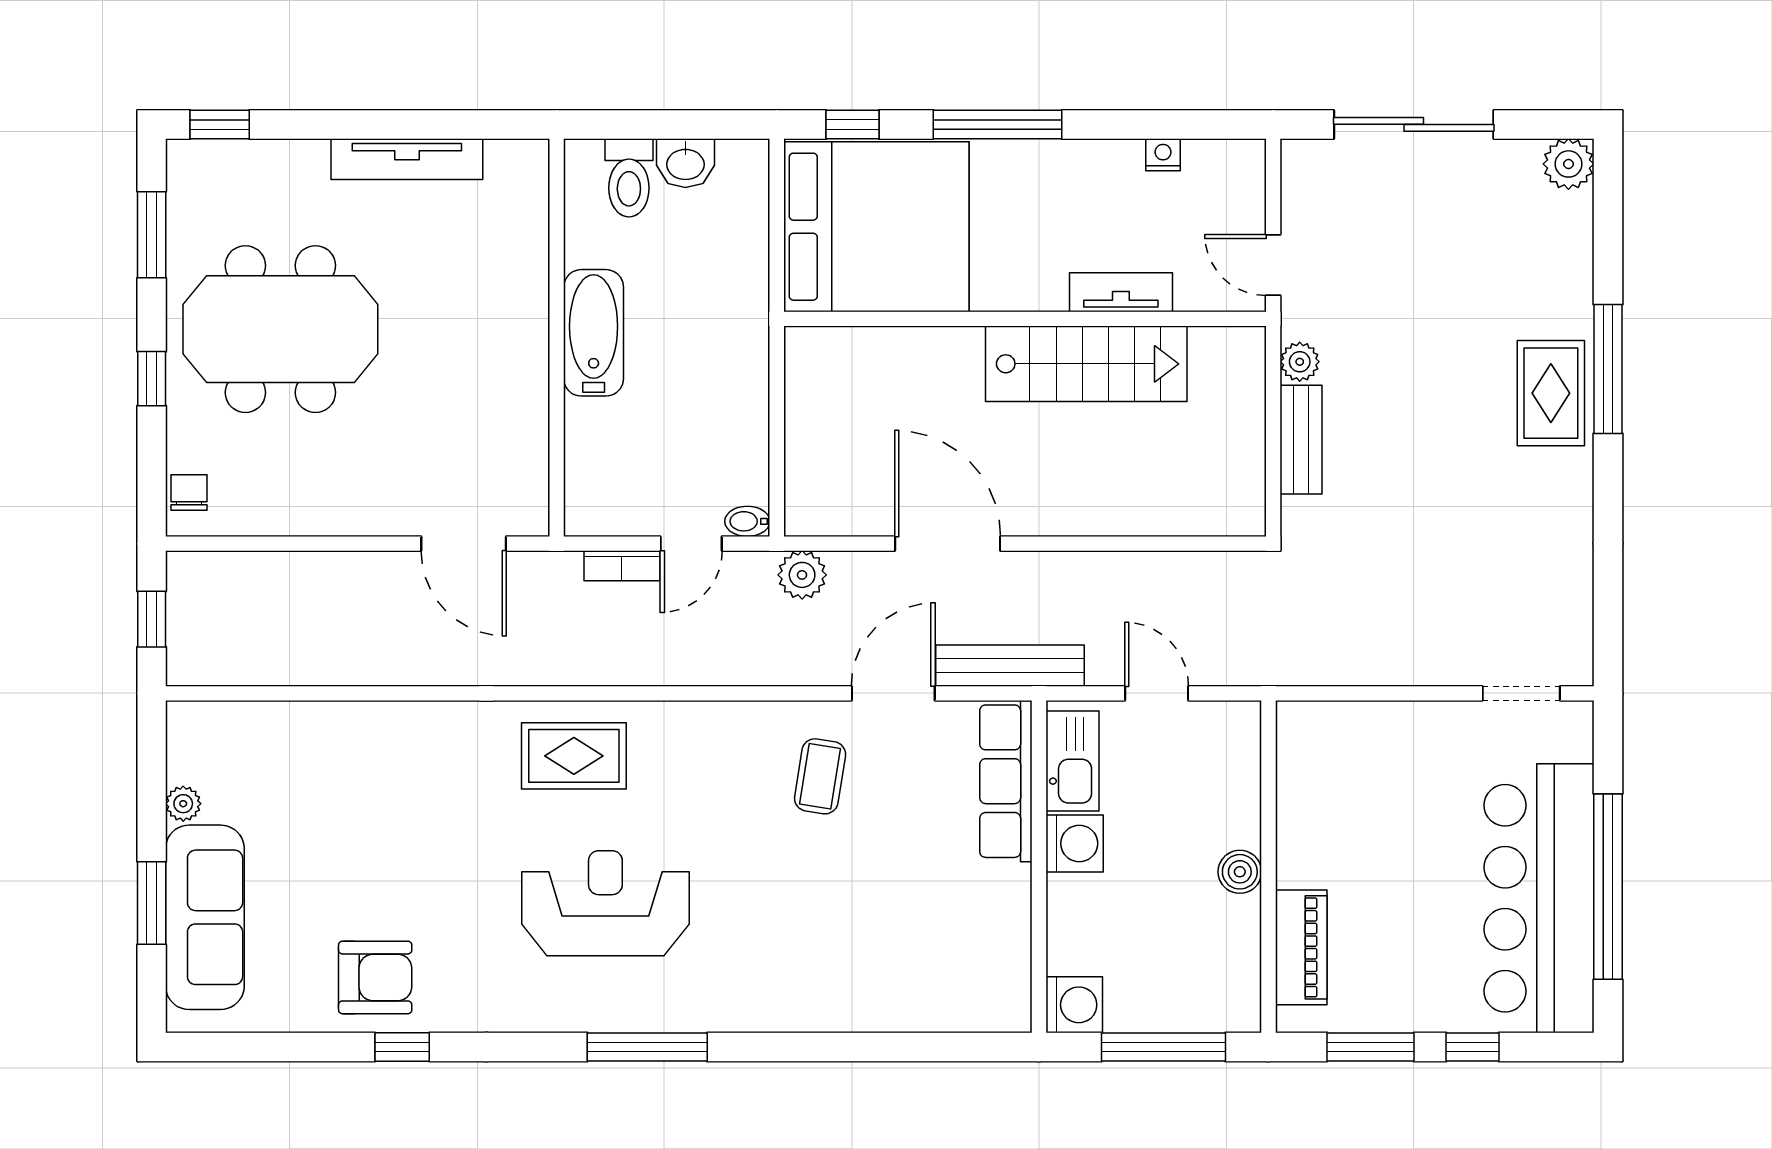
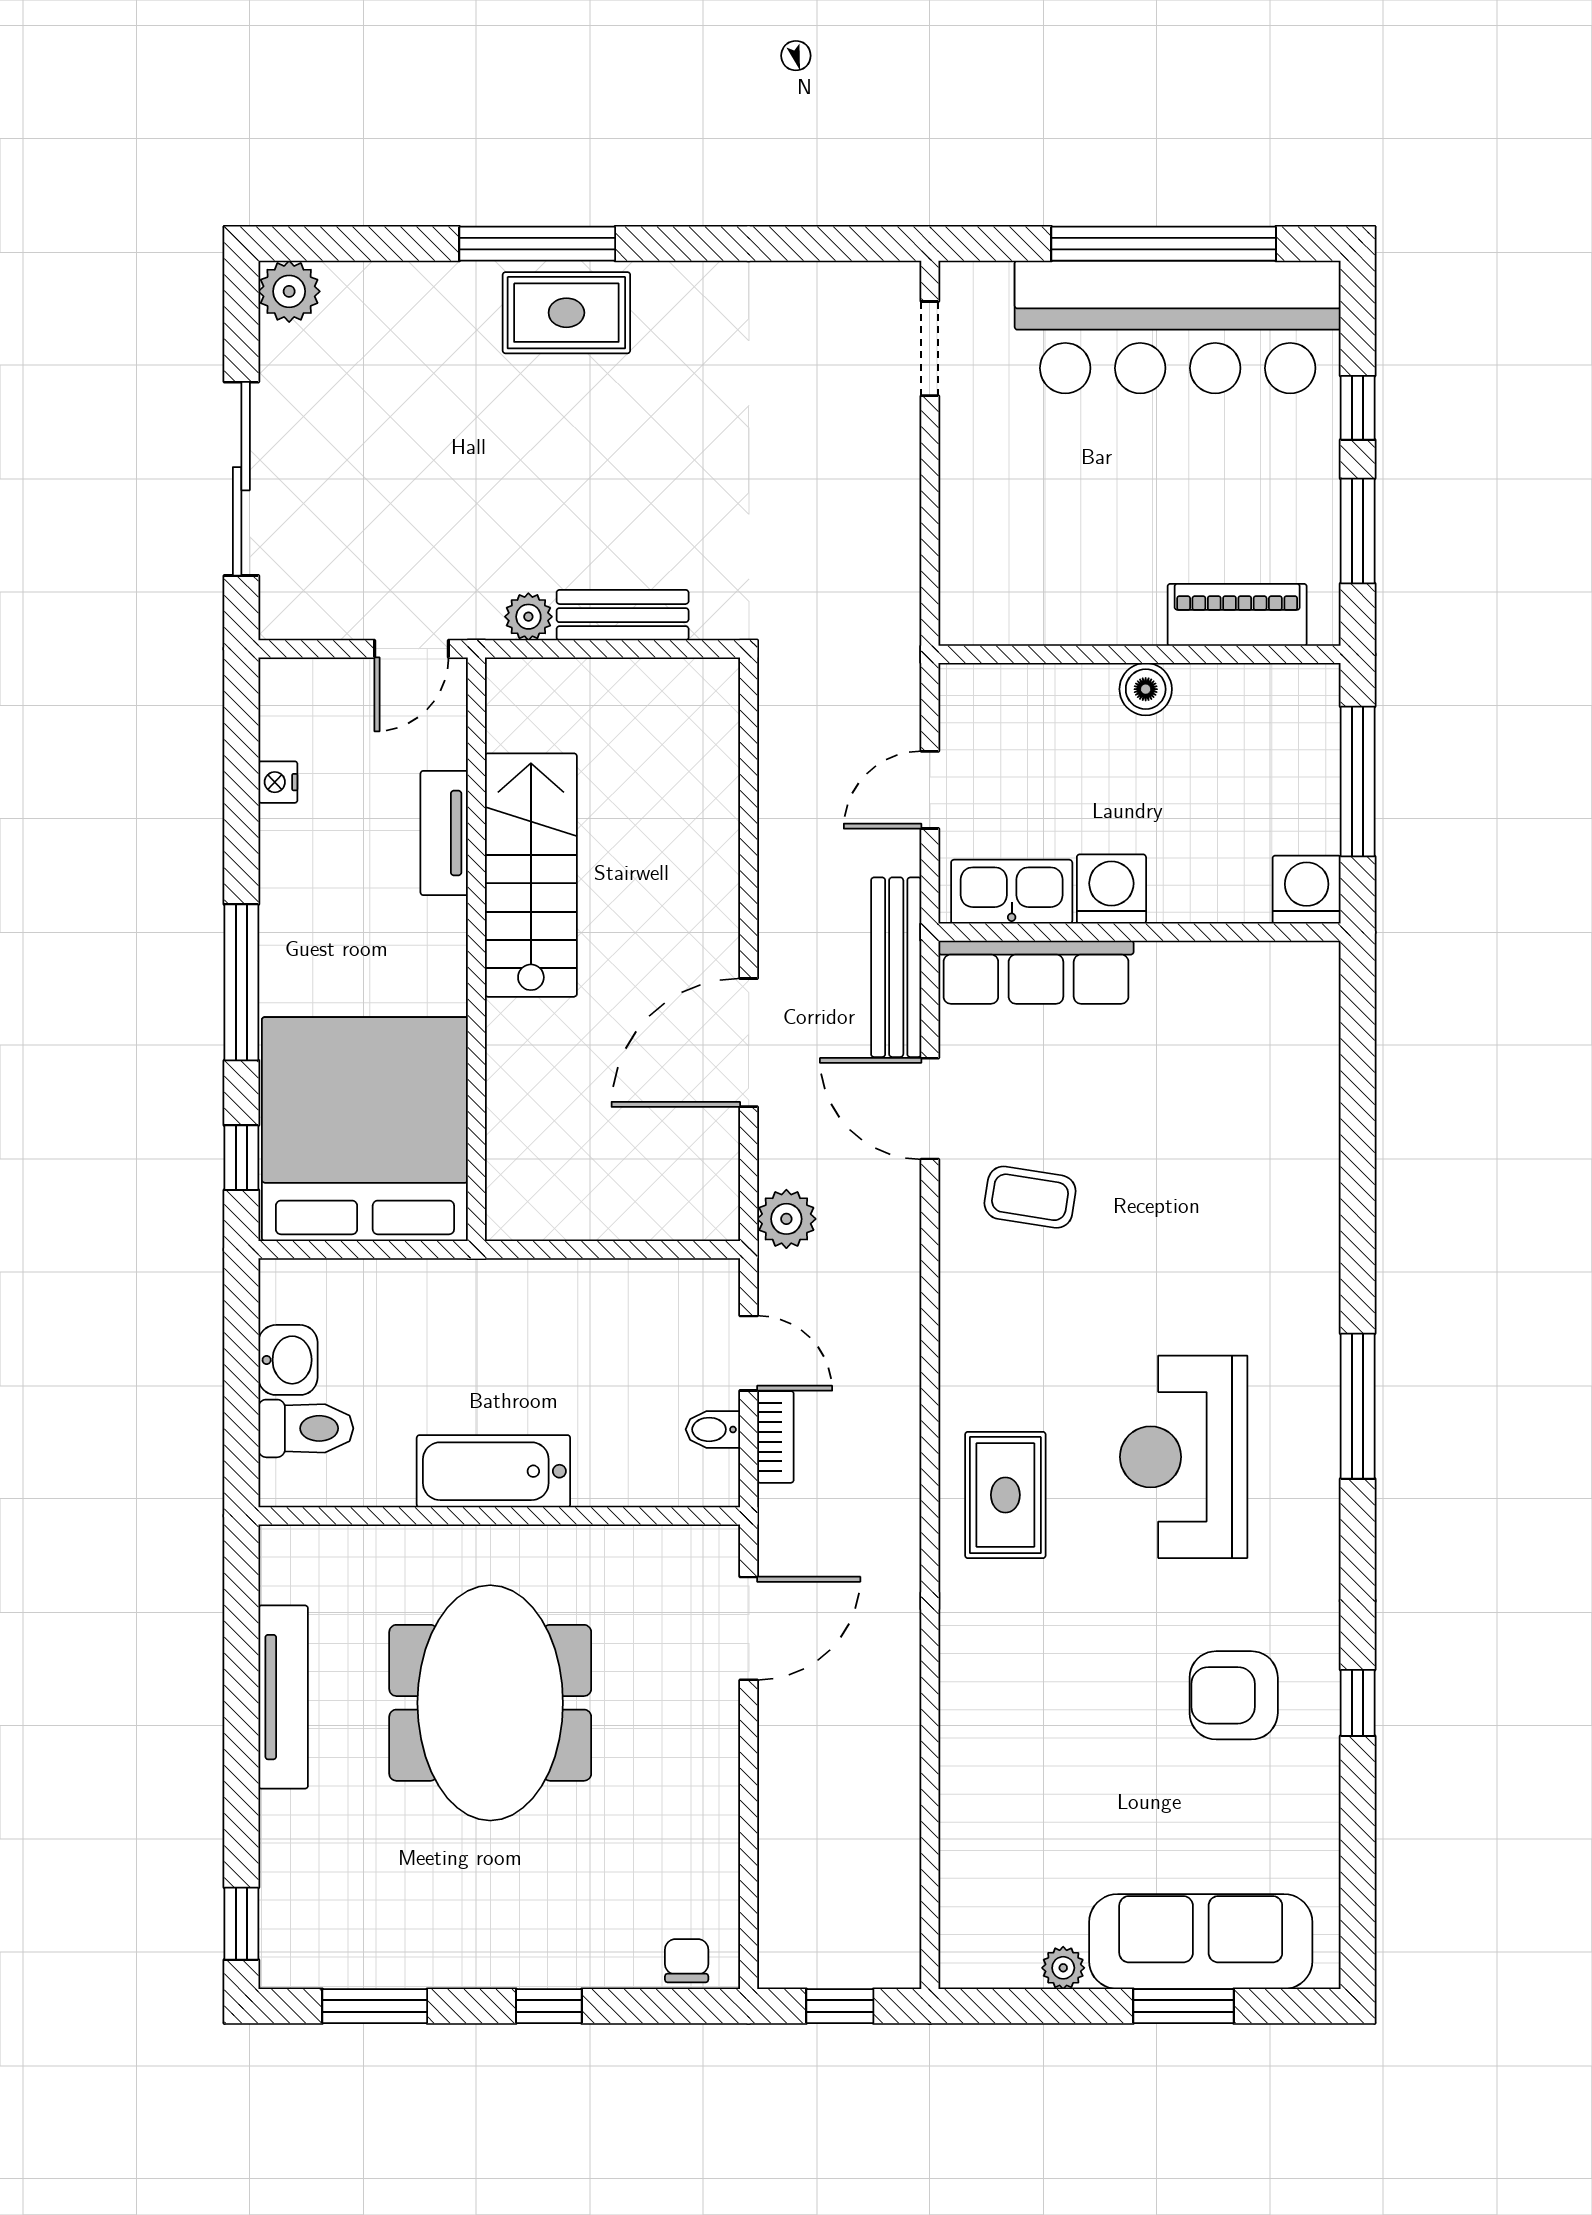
meeting table: (280, 329) -> (490, 1703), moved
chair: (189, 492) -> (687, 1961), turned 90
bidet: (747, 521) -> (713, 1429), moved, turned 90
armchair: (375, 977) -> (1234, 1695), moved, turned -90

